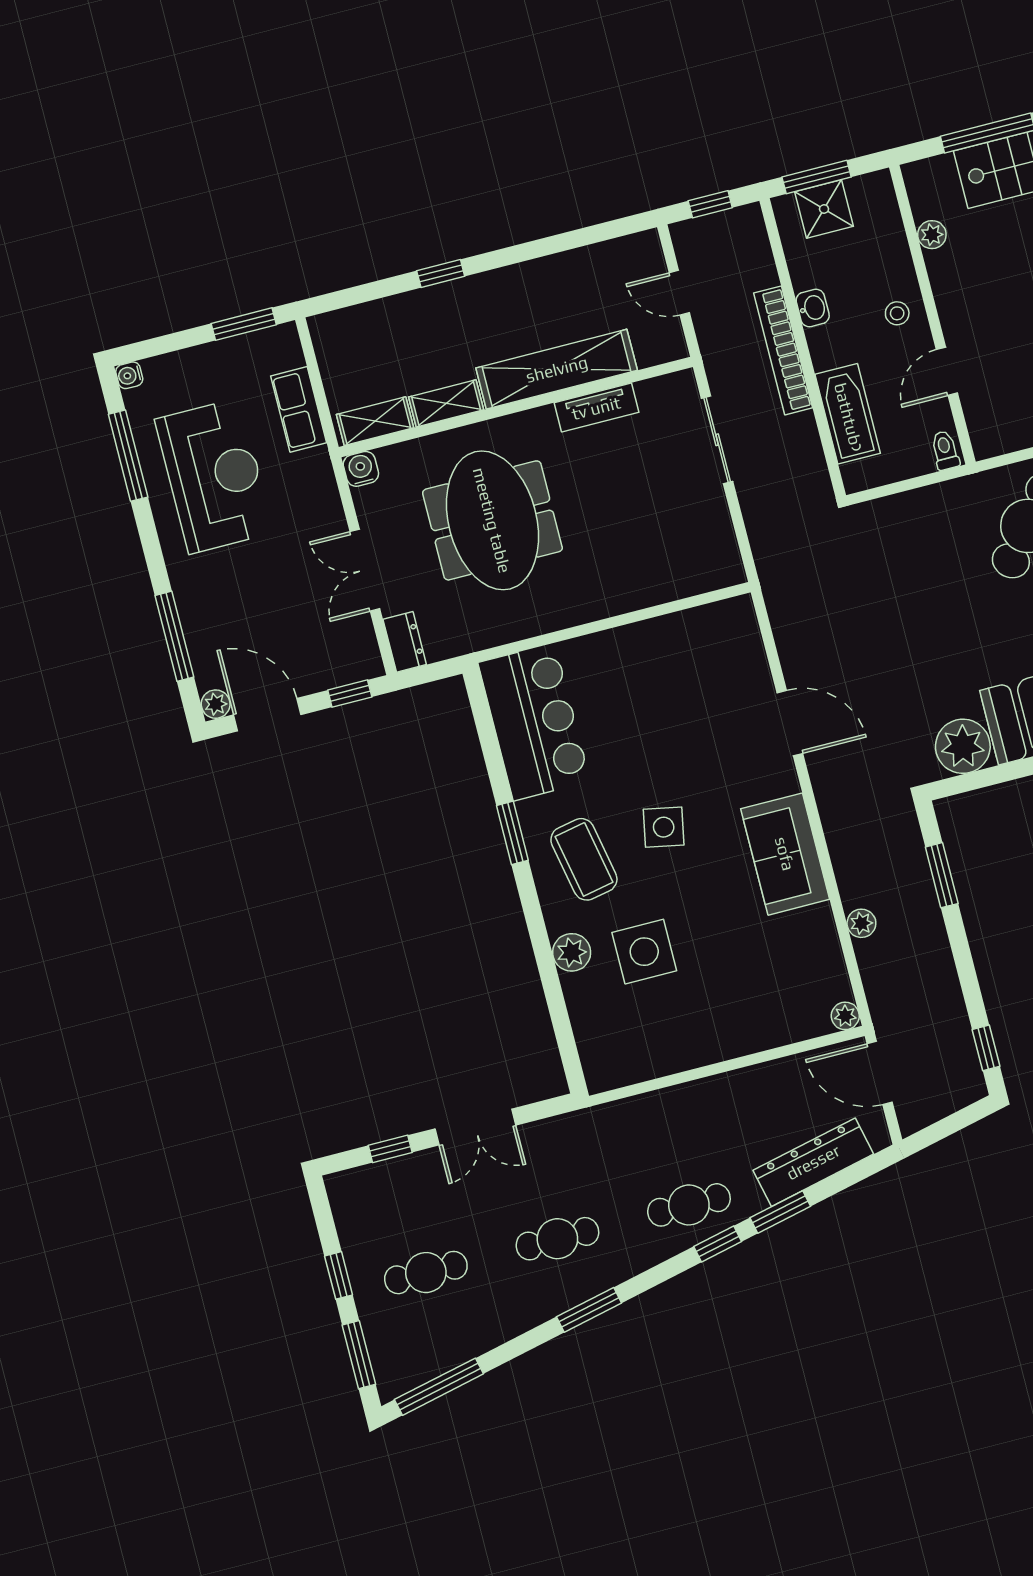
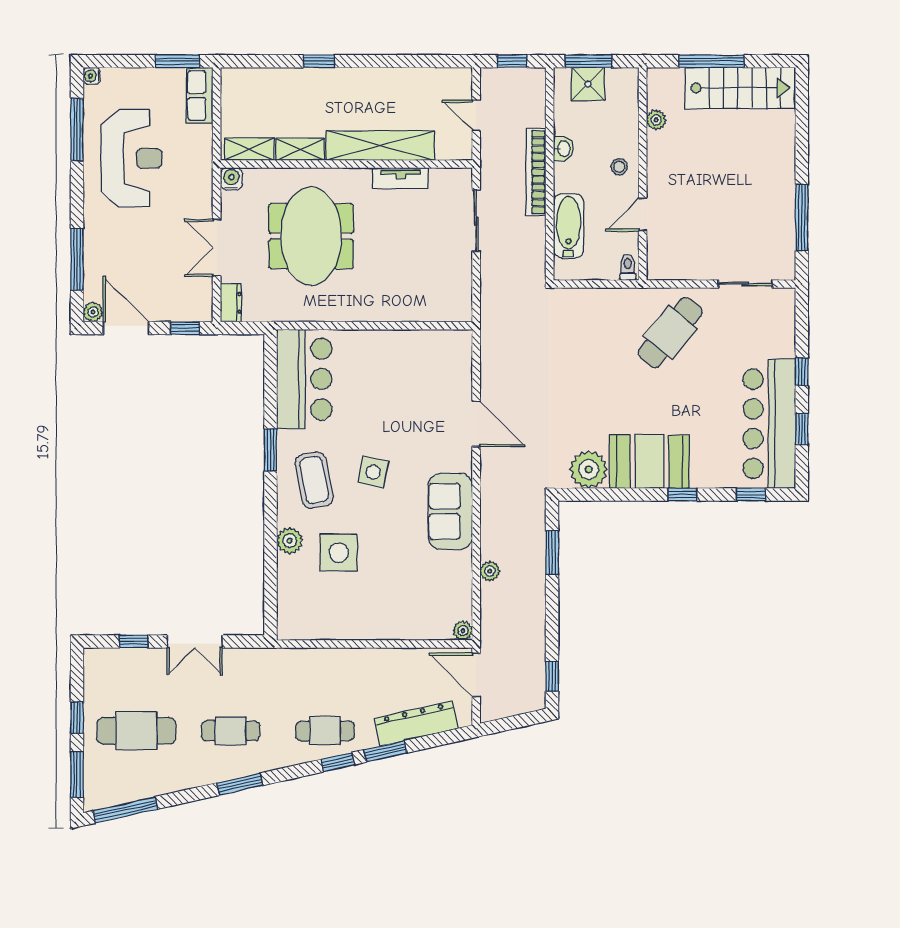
row of seats: (299, 409) -> (200, 95), moved
cafe table: (426, 1273) -> (136, 731), width x1.37, depth x1.35

